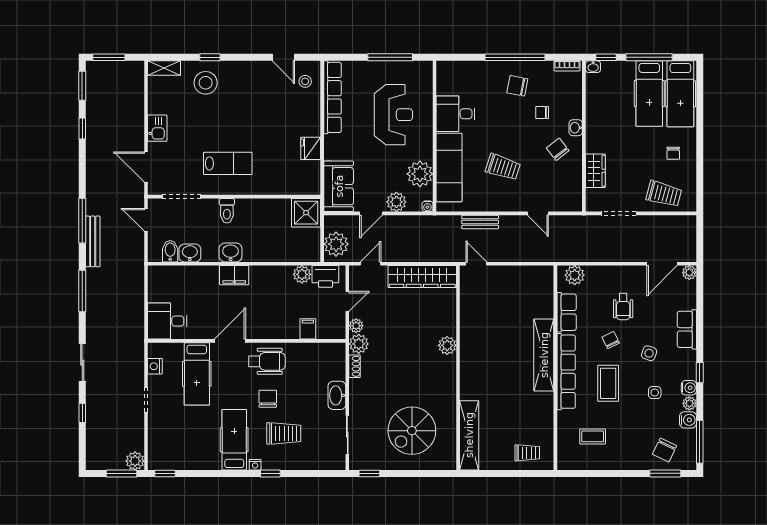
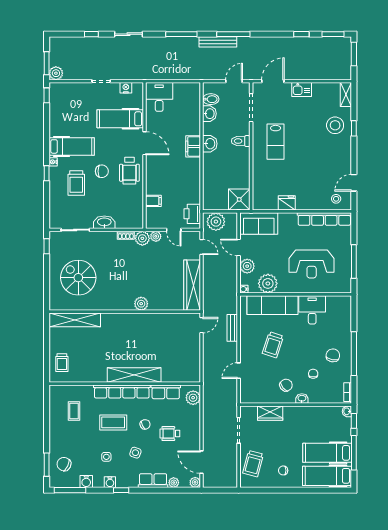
plant: (302, 274) -> (194, 196), removed
plant: (689, 403) -> (174, 483), moved

